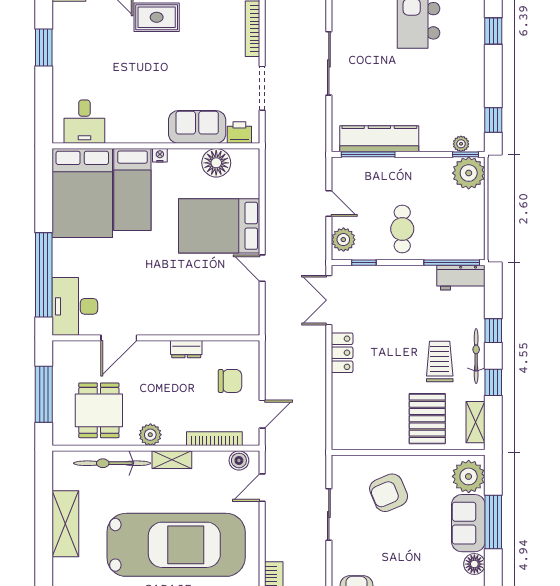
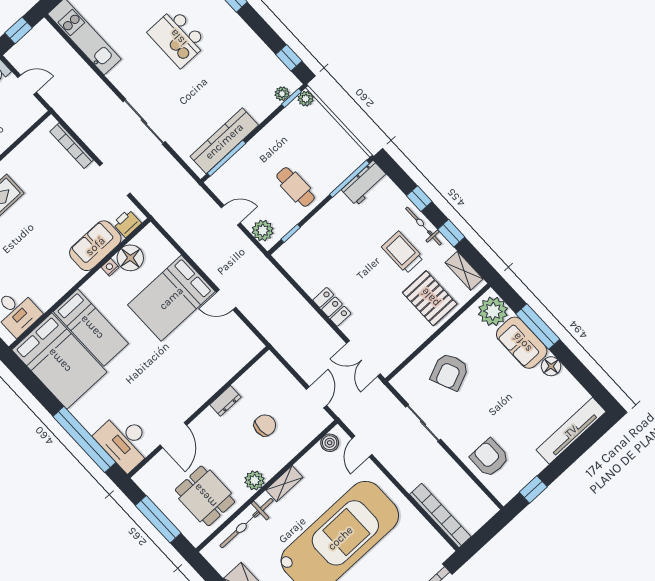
nightstand: (160, 155) -> (110, 267), moved
plant: (469, 173) -> (306, 99), width x0.53, depth x0.53
double door: (329, 300) -> (363, 359), moved
chair: (230, 381) -> (265, 425), moved
bookcase: (214, 439) -> (300, 443), removed

